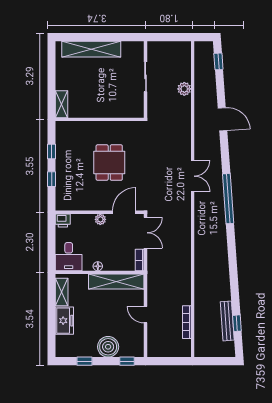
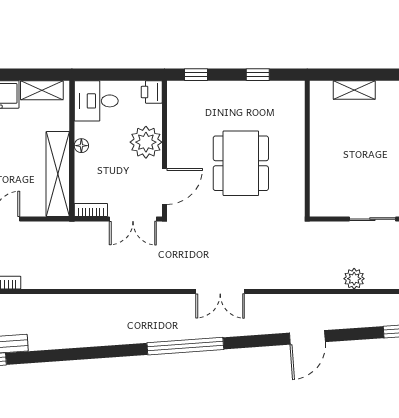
shelving: (62, 104) -> (354, 90), moved
dining table: (109, 163) -> (241, 163), width x1.38
window: (52, 179) -> (196, 75), moved
door: (124, 212) -> (164, 186), hinge flipped
plant: (100, 219) -> (146, 142), width x1.88, depth x1.88

